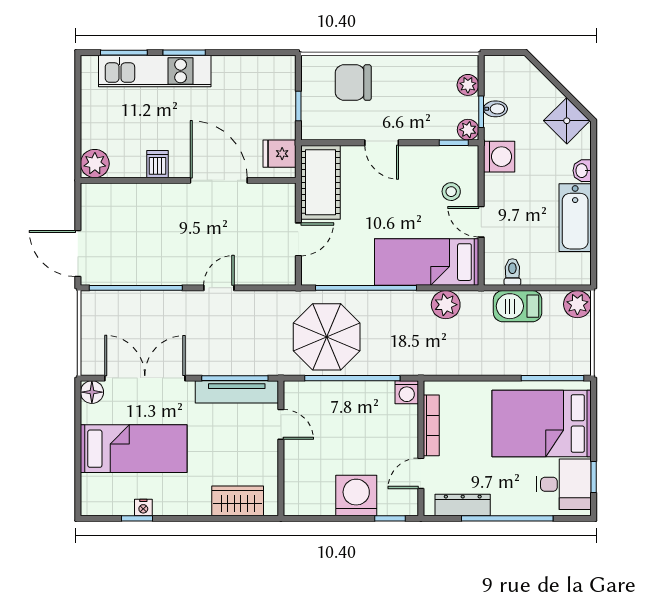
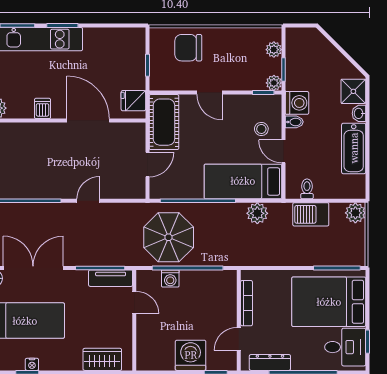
bidet: (495, 109) -> (294, 122), moved
shower: (567, 121) -> (353, 91), moved, turned 45
tv unit: (237, 392) -> (111, 278), width x0.71
washing machine: (407, 392) -> (170, 279), moved

